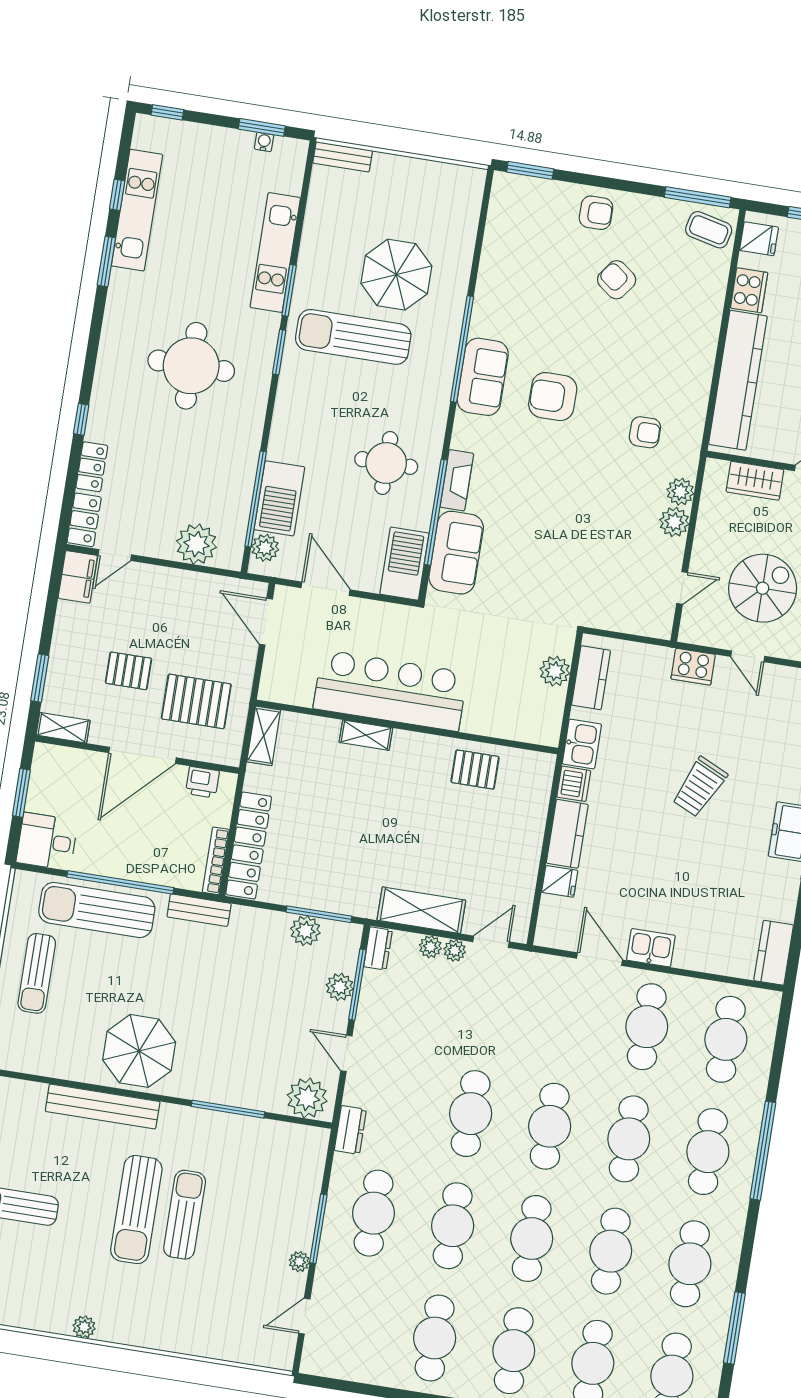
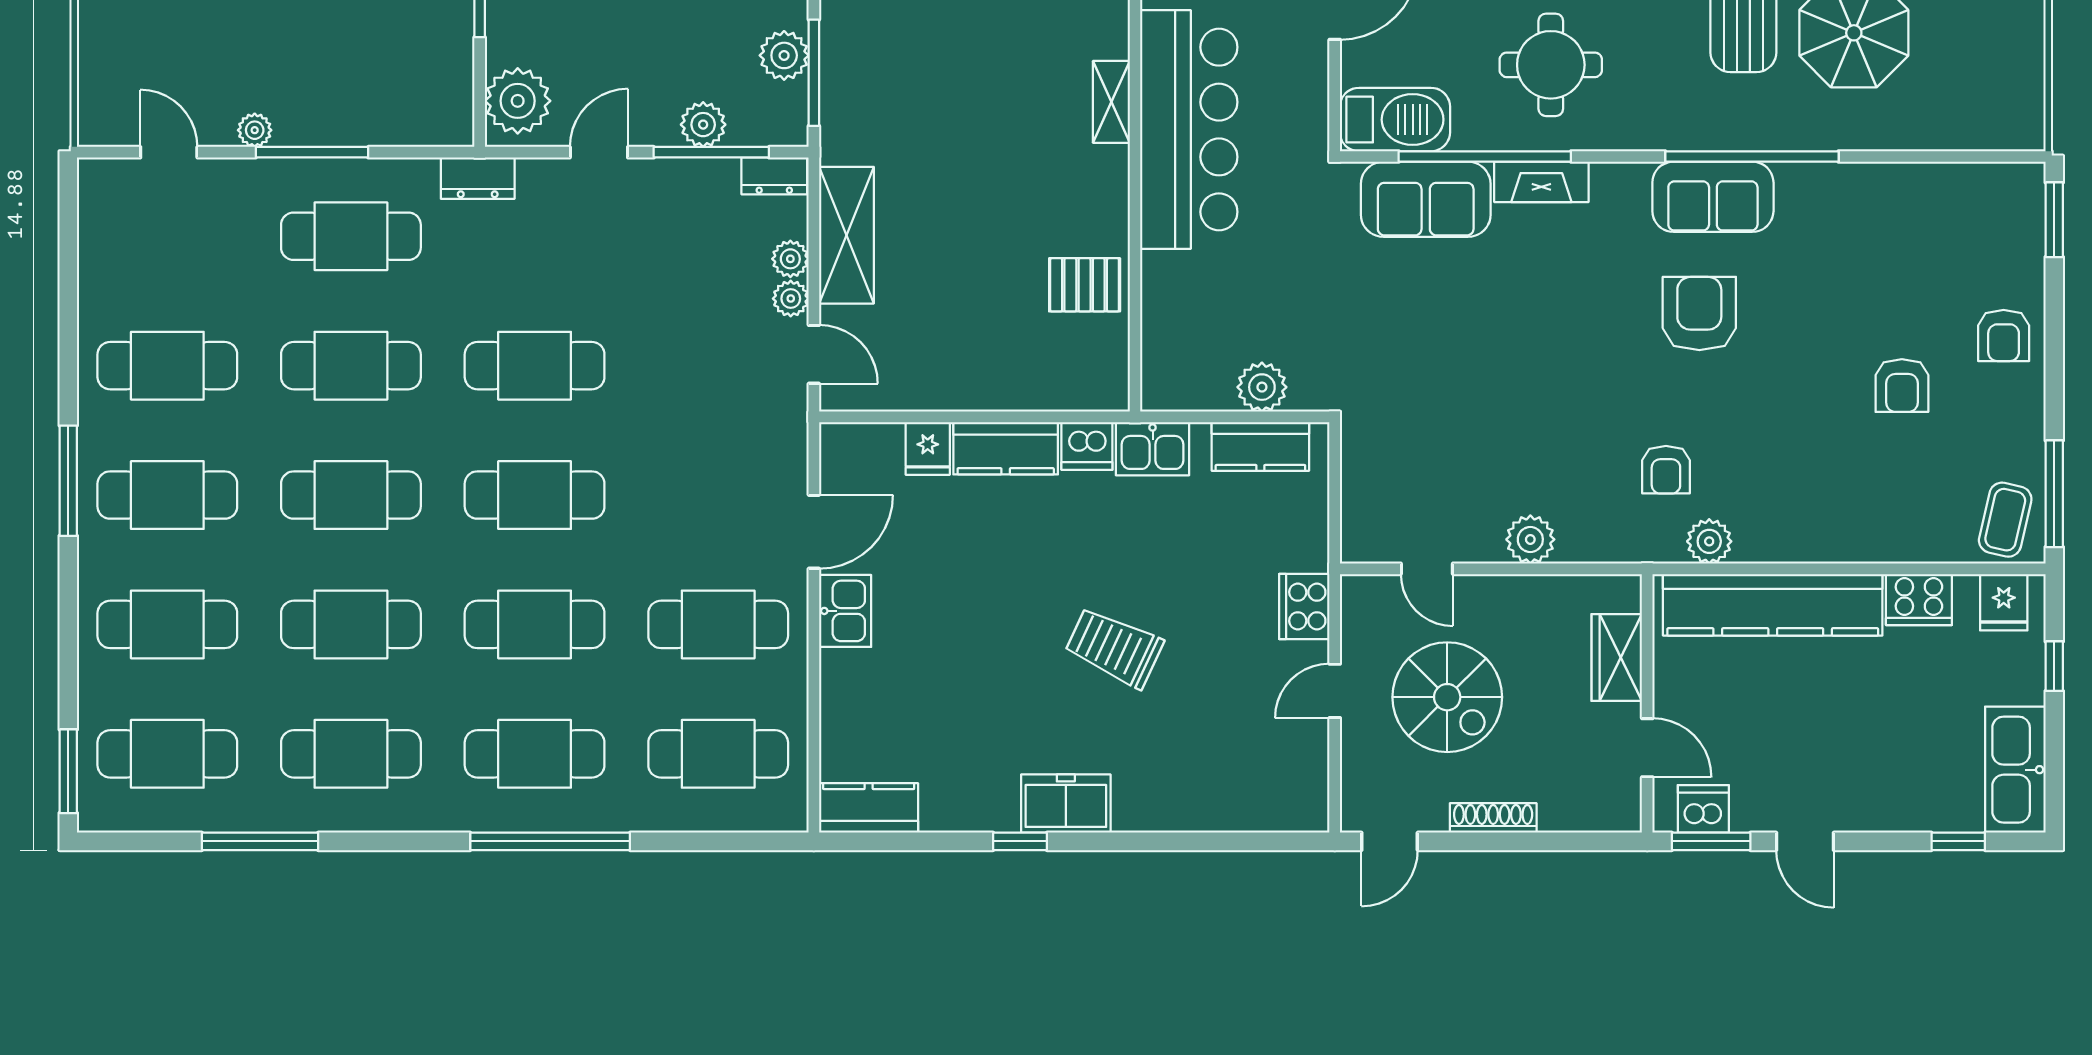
armchair: (617, 280) -> (1902, 386), turned 143
plant: (680, 492) -> (1709, 541), moved
pallet: (475, 769) -> (1085, 285), turned 90

